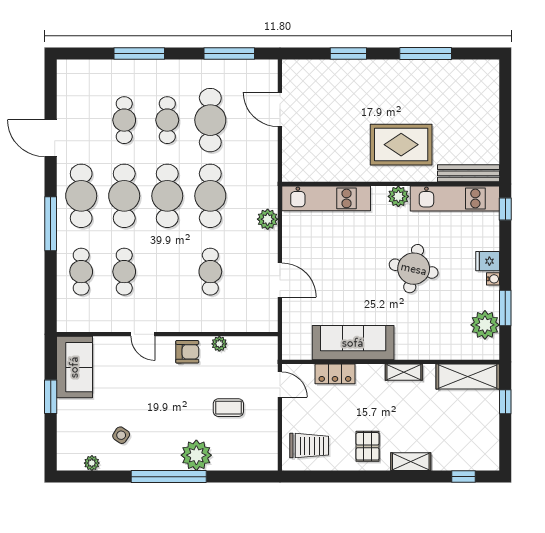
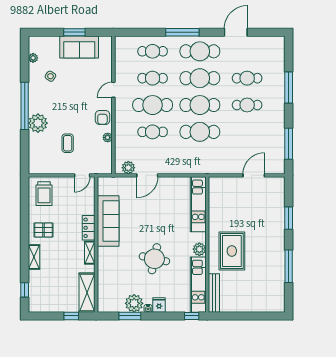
cafe table: (210, 120) -> (153, 105), moved
plant: (268, 219) -> (128, 168), moved
plant: (485, 325) -> (134, 303), moved
sofa: (74, 367) -> (79, 47), moved
locker: (335, 374) -> (89, 228), moved

